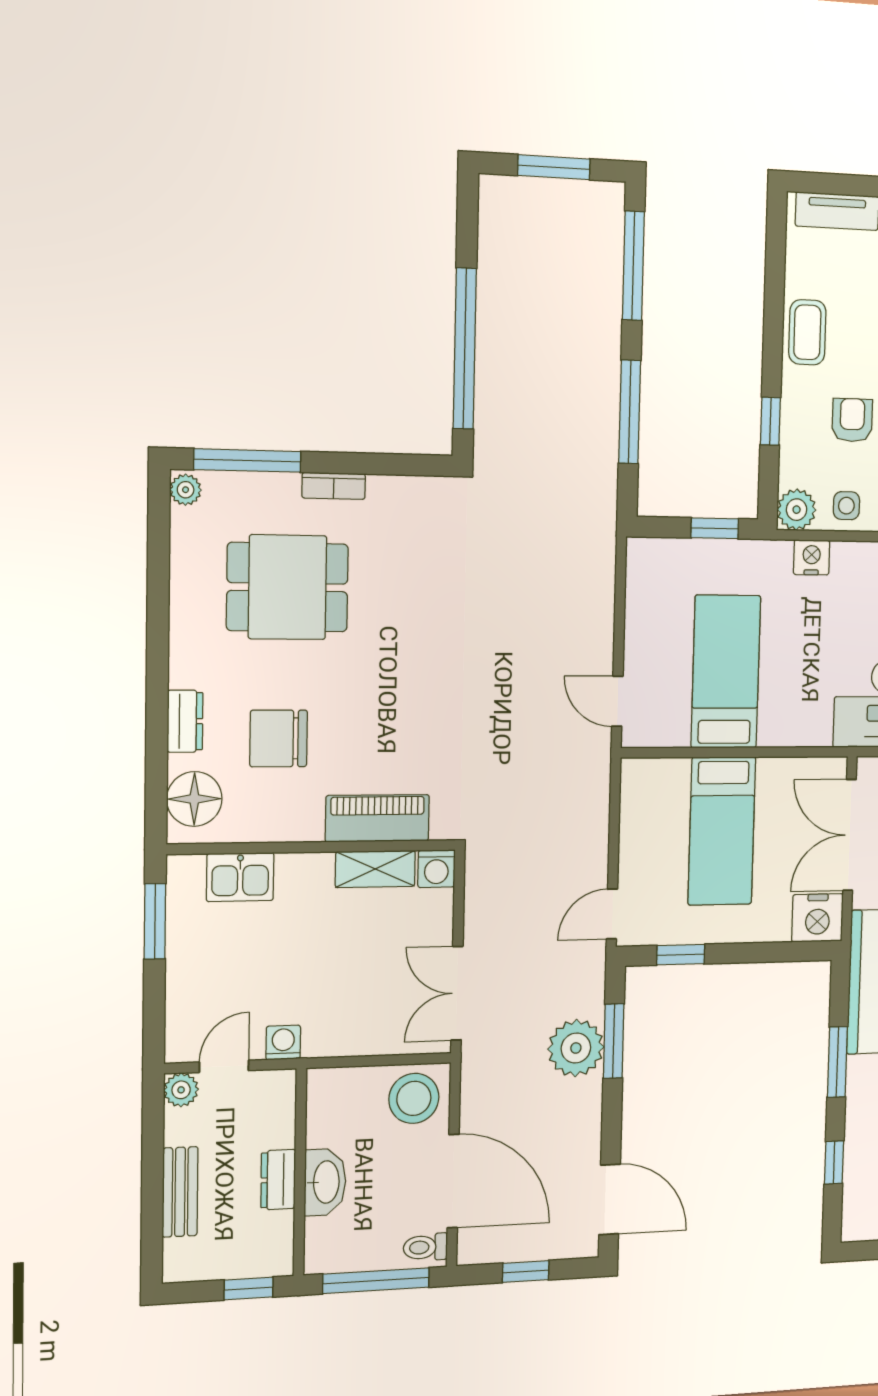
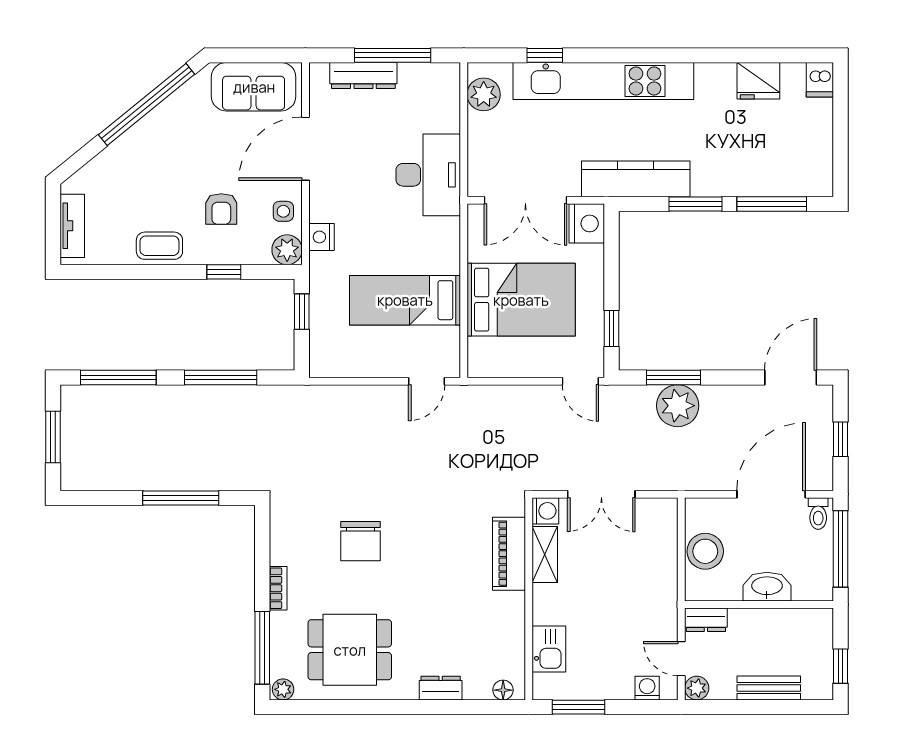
window: (465, 349) -> (181, 498), width x0.68
armchair: (852, 420) -> (221, 209), turned -90
dining table: (287, 587) -> (350, 650), moved, turned 90
chair: (279, 738) -> (360, 541), moved
floor lamp: (194, 799) -> (503, 690), width x0.53, depth x0.53
bed: (722, 831) -> (521, 300), width x1.50
double door: (457, 993) -> (601, 494), moved
washing machine: (283, 1042) -> (647, 688), moved, turned 90
stool: (414, 1098) -> (705, 551), moved
window: (834, 1163) -> (772, 204), width x2.17
dresser: (278, 1180) -> (706, 620), moved
window: (249, 1289) -> (840, 666), moved

